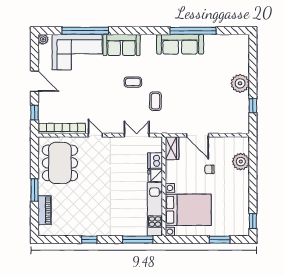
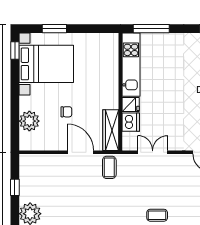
coffee table: (155, 101) -> (109, 167), moved
double door: (137, 135) -> (153, 152), swing flipped
wardrobe: (172, 148) -> (111, 130), width x1.50
bed with nightstands: (188, 210) -> (46, 64), moved, turned 180

